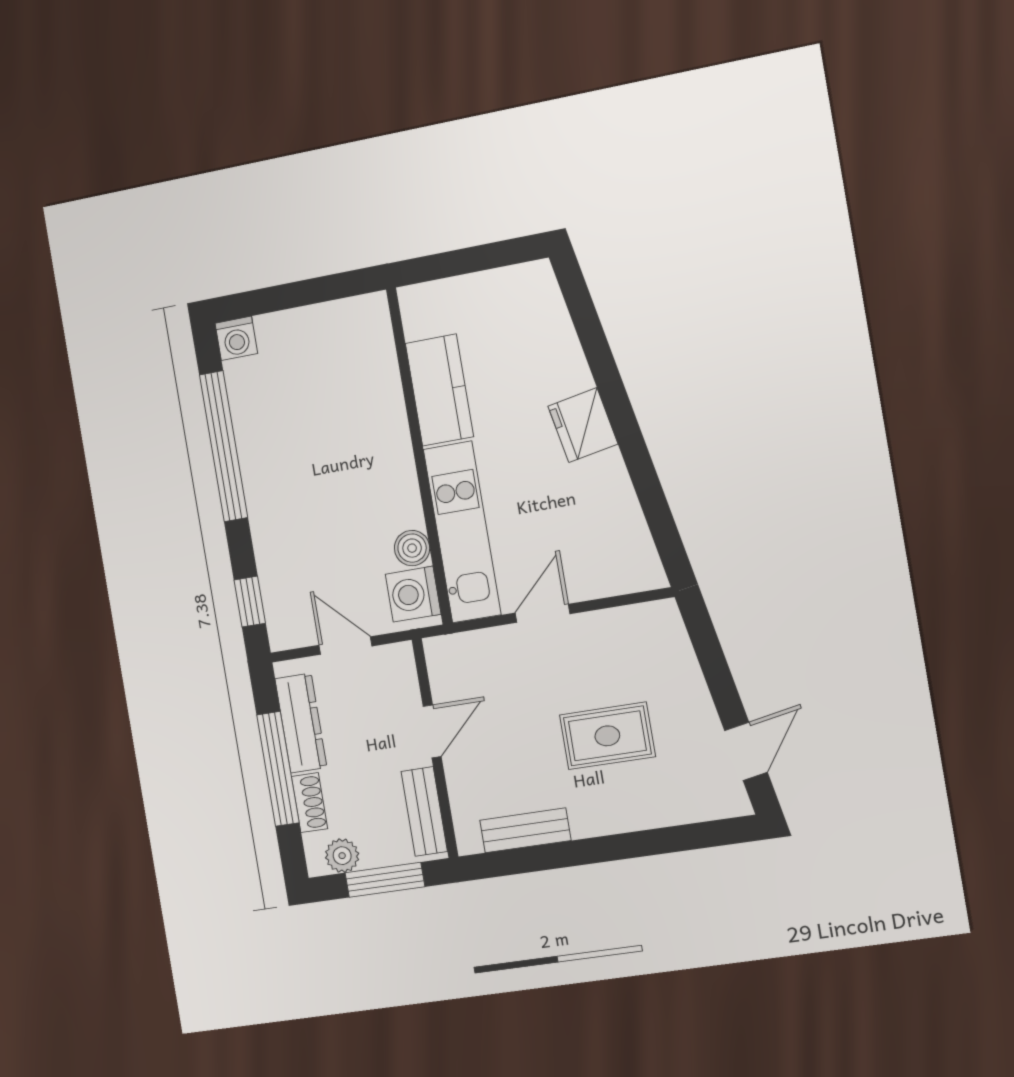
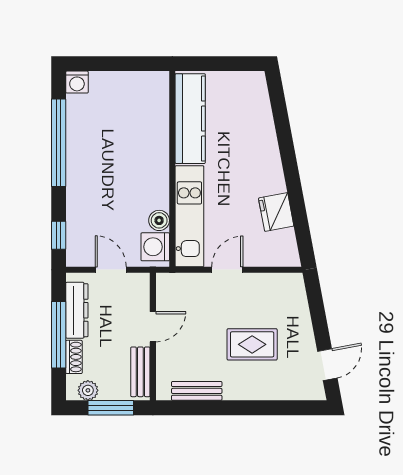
kitchen counter: (439, 390) -> (190, 119), width x1.50
fridge: (583, 425) -> (276, 212), moved

